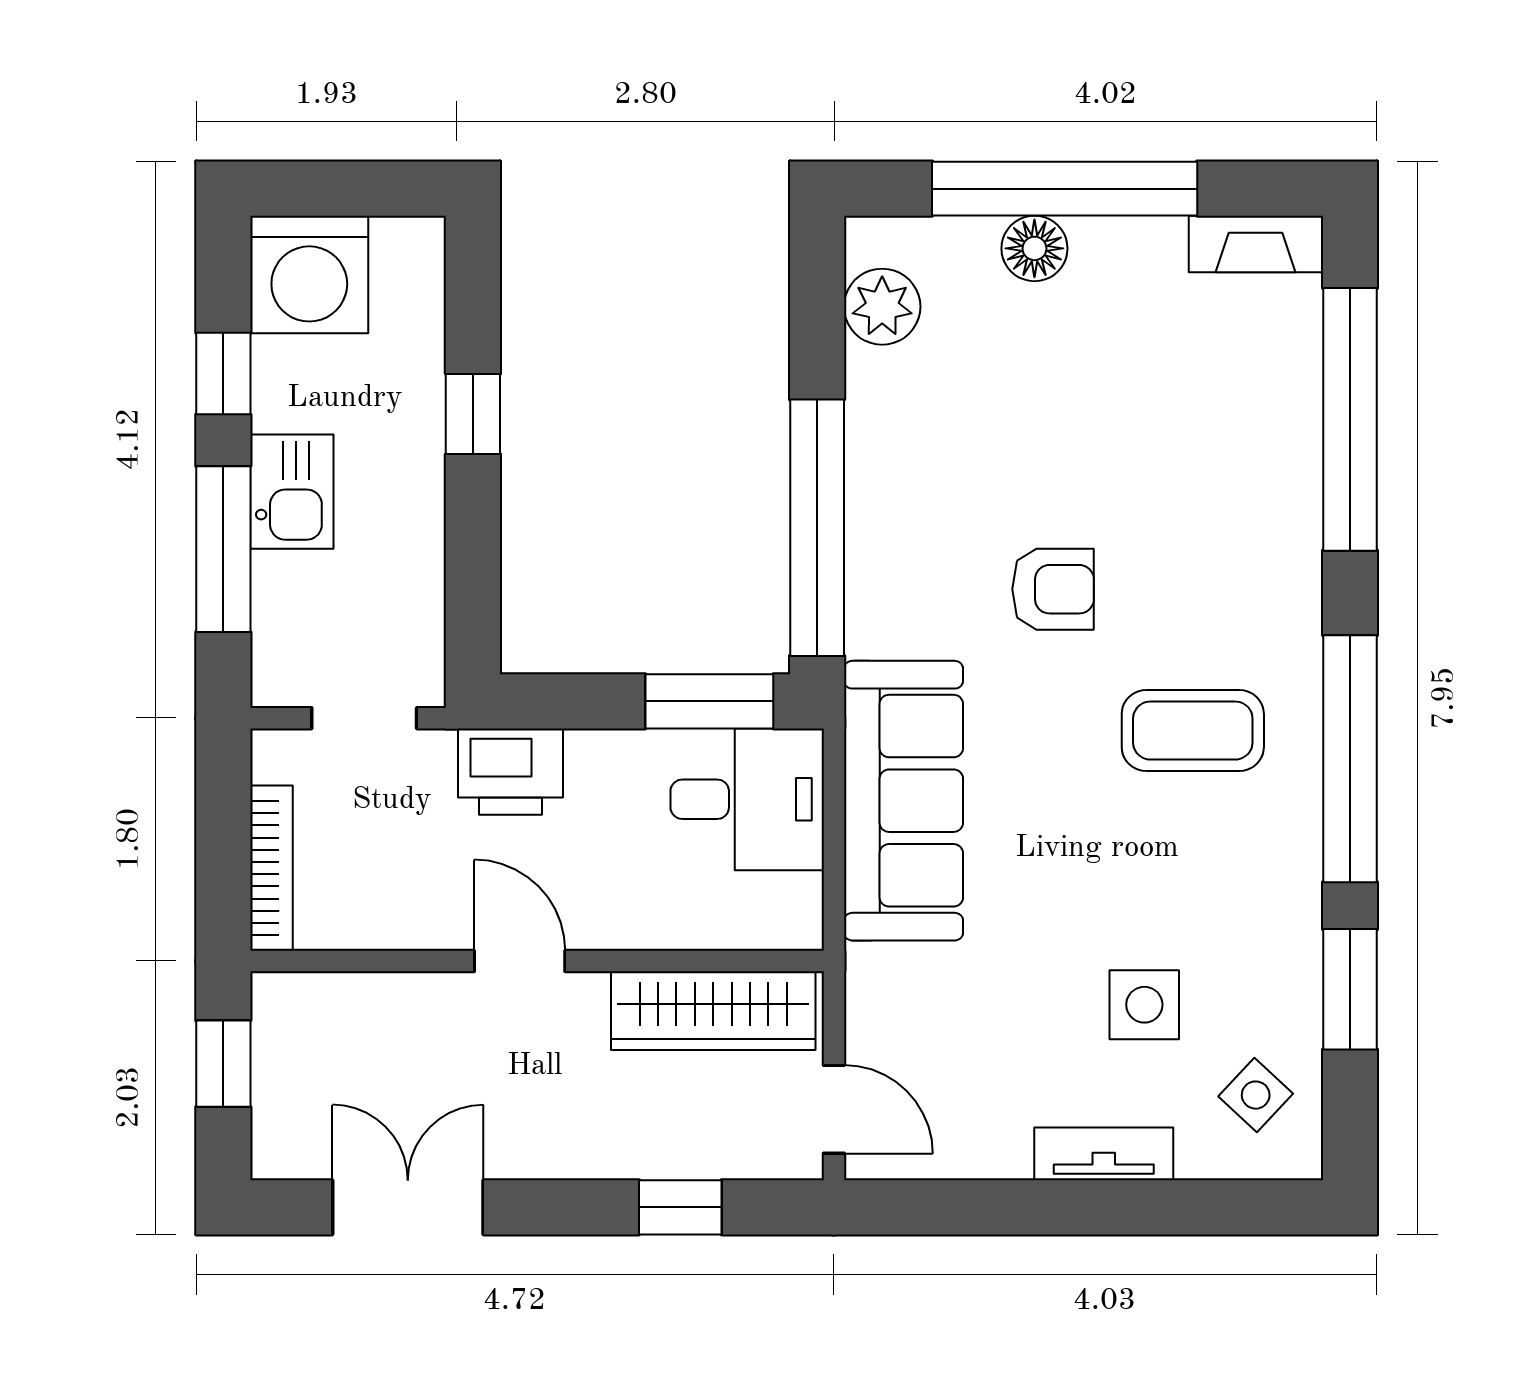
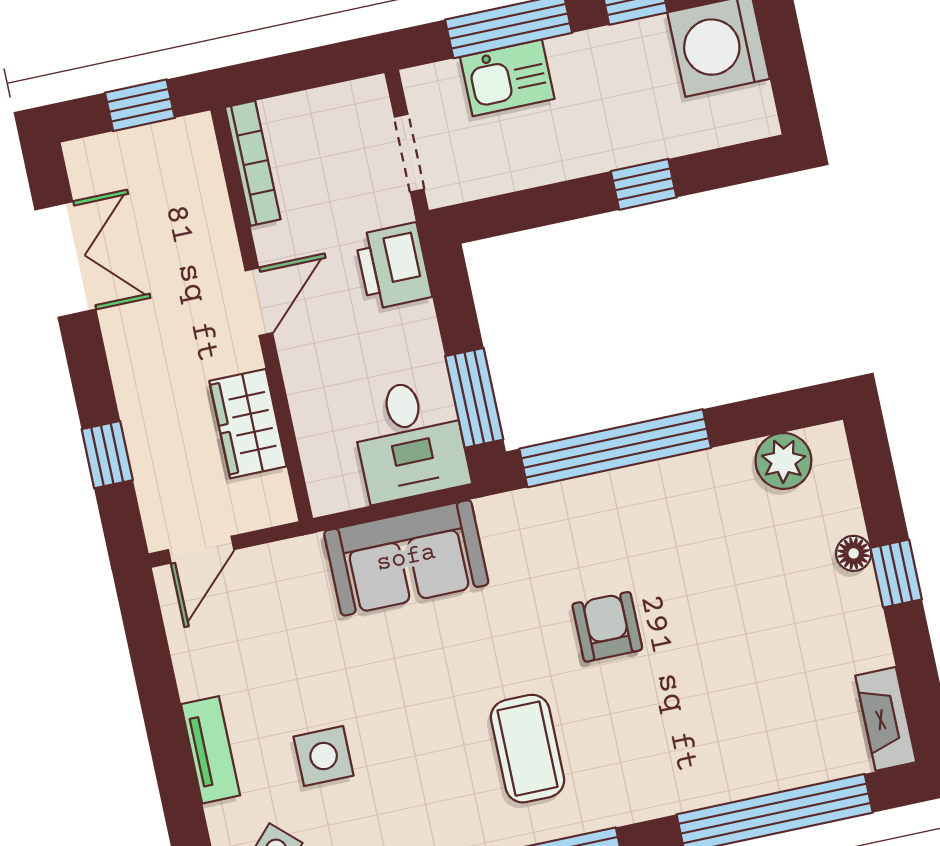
window: (1065, 189) -> (896, 574), width x0.32
floor lamp: (1034, 248) -> (854, 553), width x0.73, depth x0.73
kitchen sink: (292, 492) -> (507, 78), moved
armchair: (1053, 589) -> (607, 627), turned 180
sofa: (903, 801) -> (406, 558), width x0.73
bookcase: (271, 868) -> (253, 163), moved, turned -90
wardrobe: (713, 1011) -> (248, 424), width x0.67

